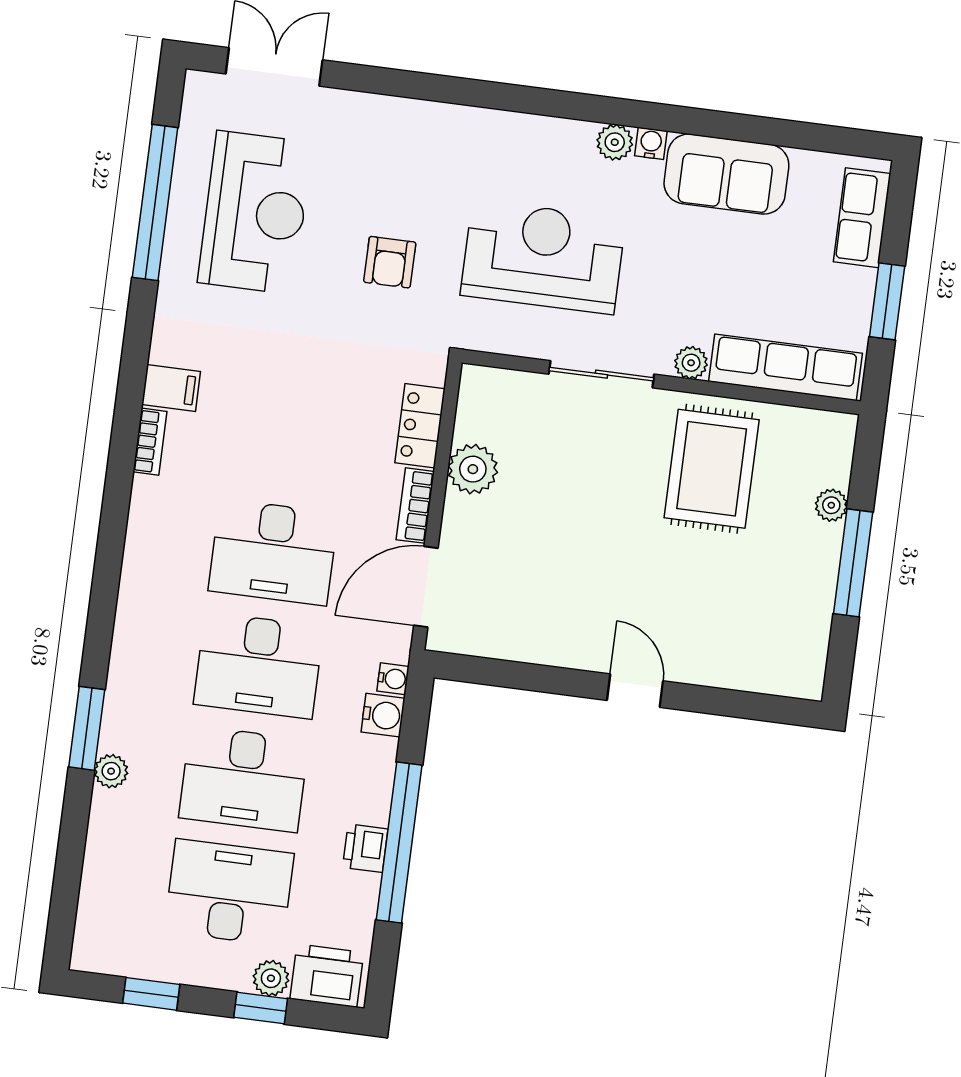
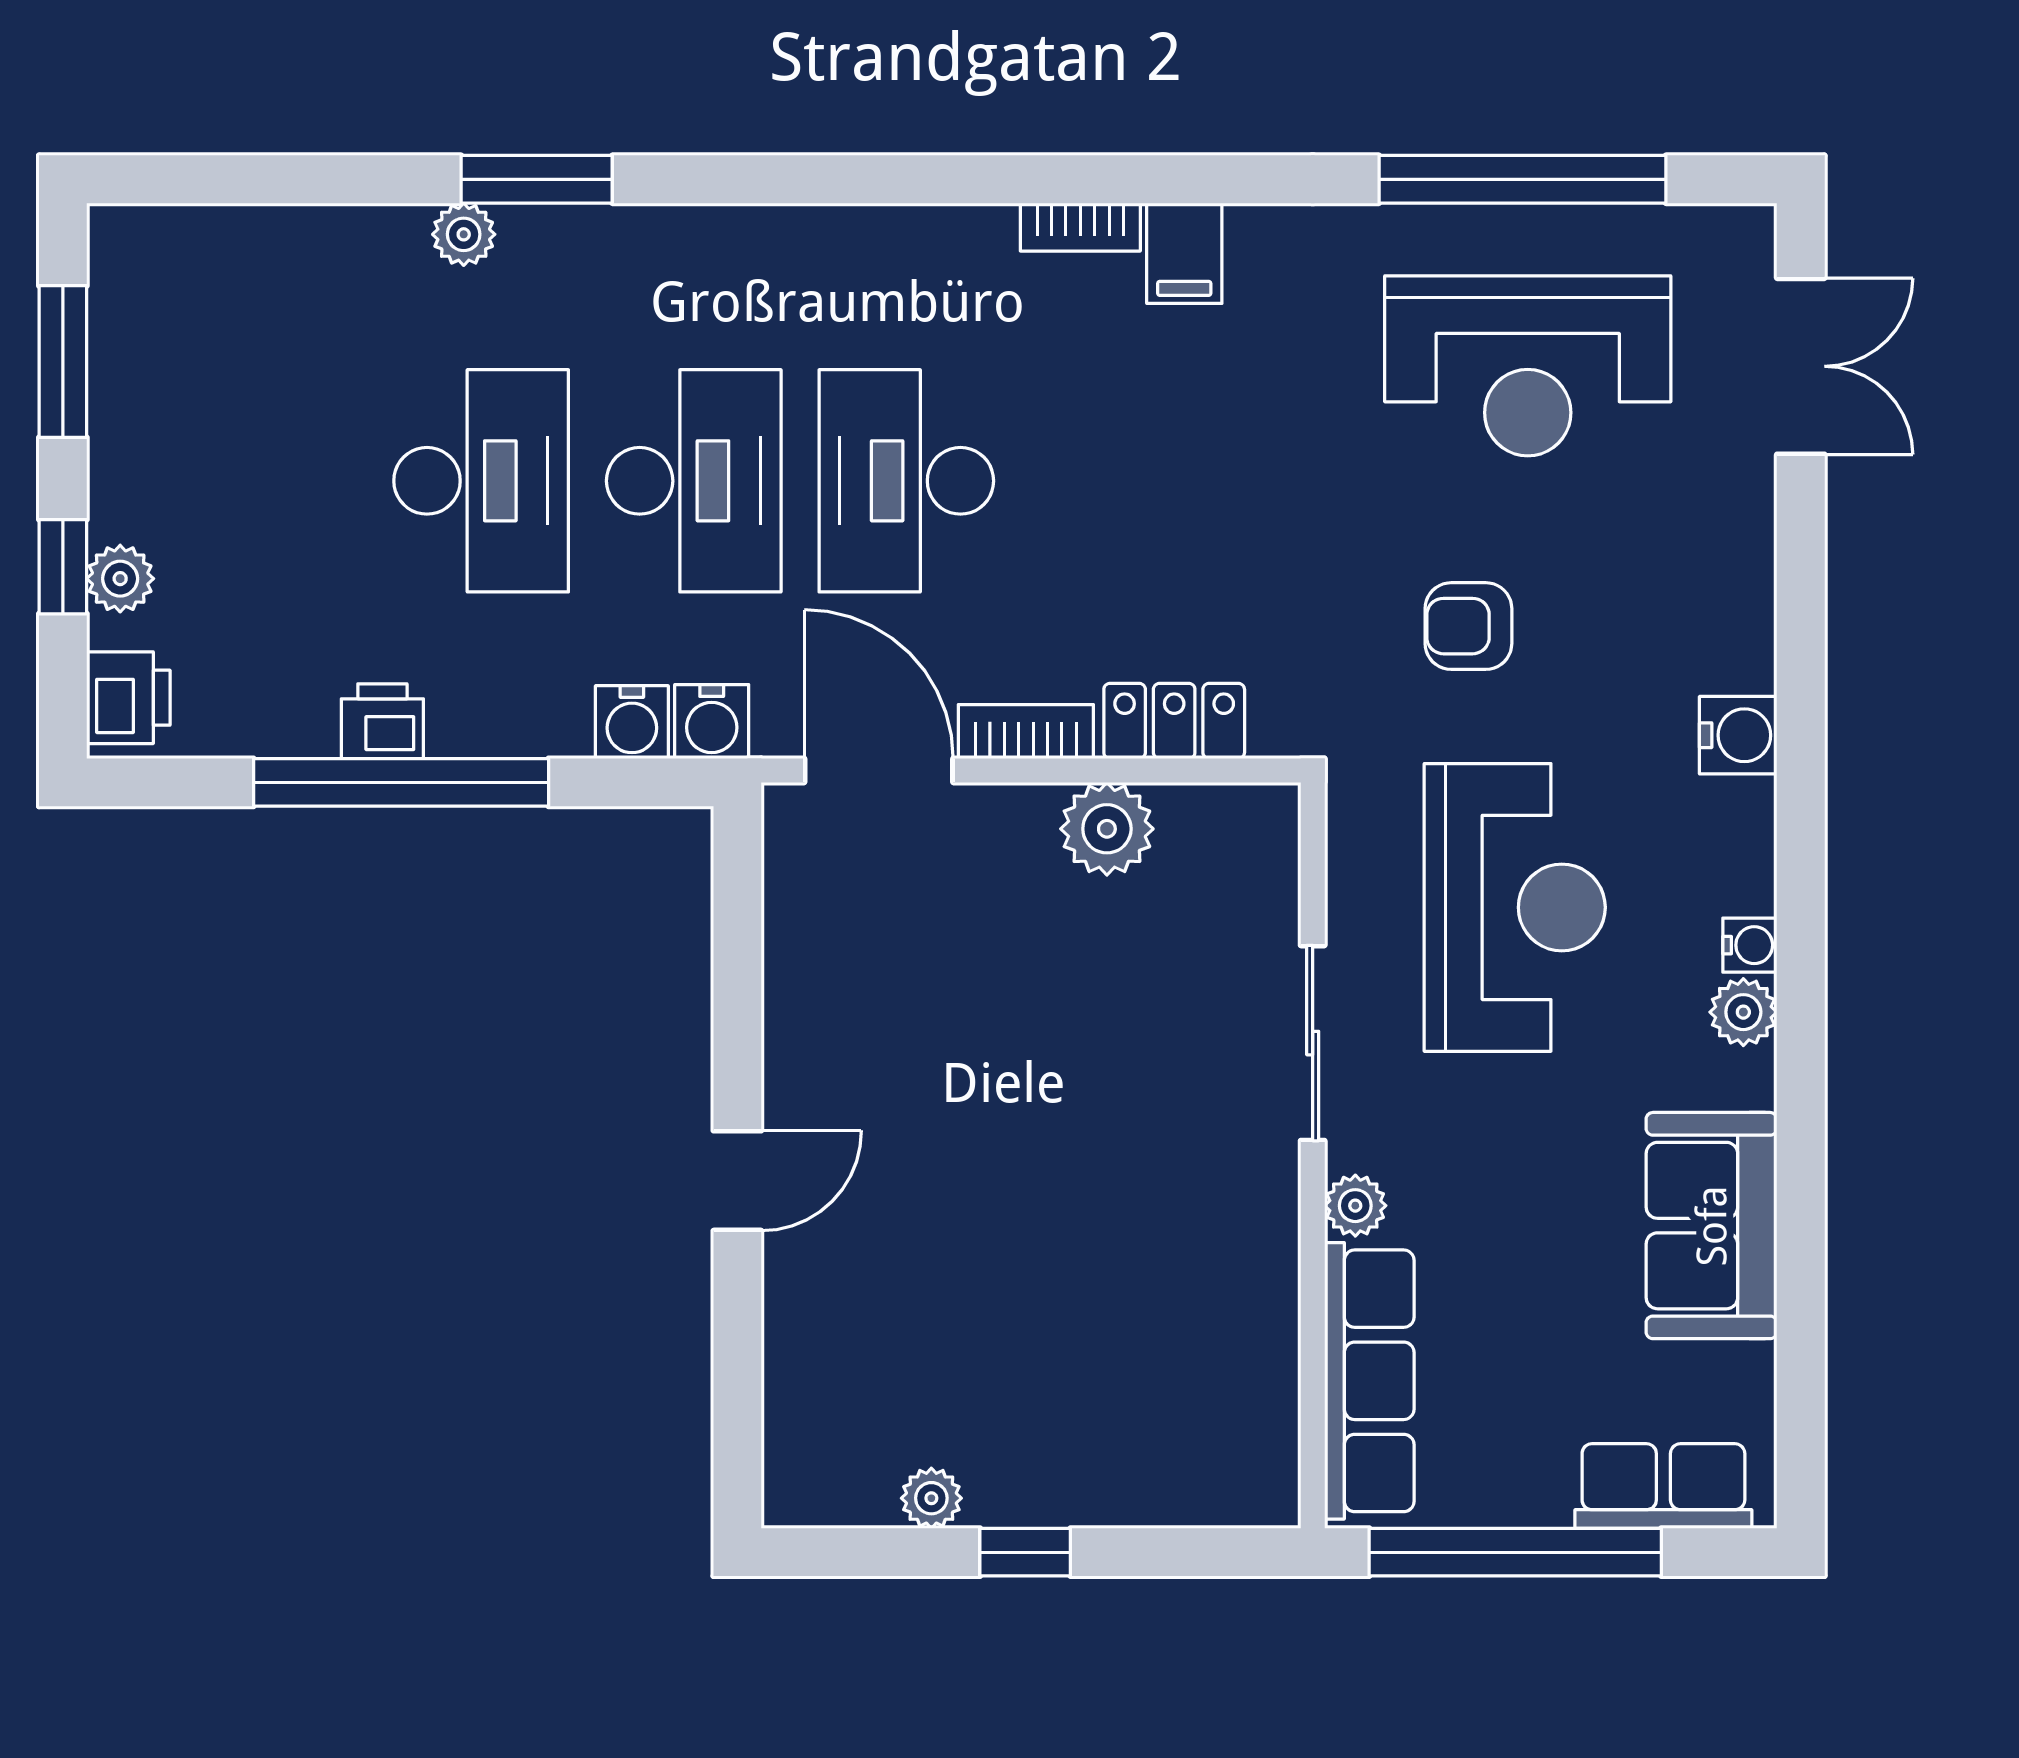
water cooler: (467, 126) -> (1738, 735), added
water cooler: (651, 143) -> (1750, 945), moved
window: (887, 301) -> (1515, 1552), width x2.11
rug: (712, 469) -> (1165, 1269), removed
plant: (831, 505) -> (931, 1498), moved
window: (853, 563) -> (1025, 1552), width x0.46
desk: (259, 665) -> (694, 481), turned 180
water cooler: (393, 679) -> (712, 722), width x1.38, depth x1.38
desk: (244, 779) -> (481, 481), turned 180
desk: (229, 892) -> (269, 481), removed
printer: (327, 976) -> (128, 698), width x0.73, depth x0.81
window: (151, 994) -> (63, 362), width x1.50

